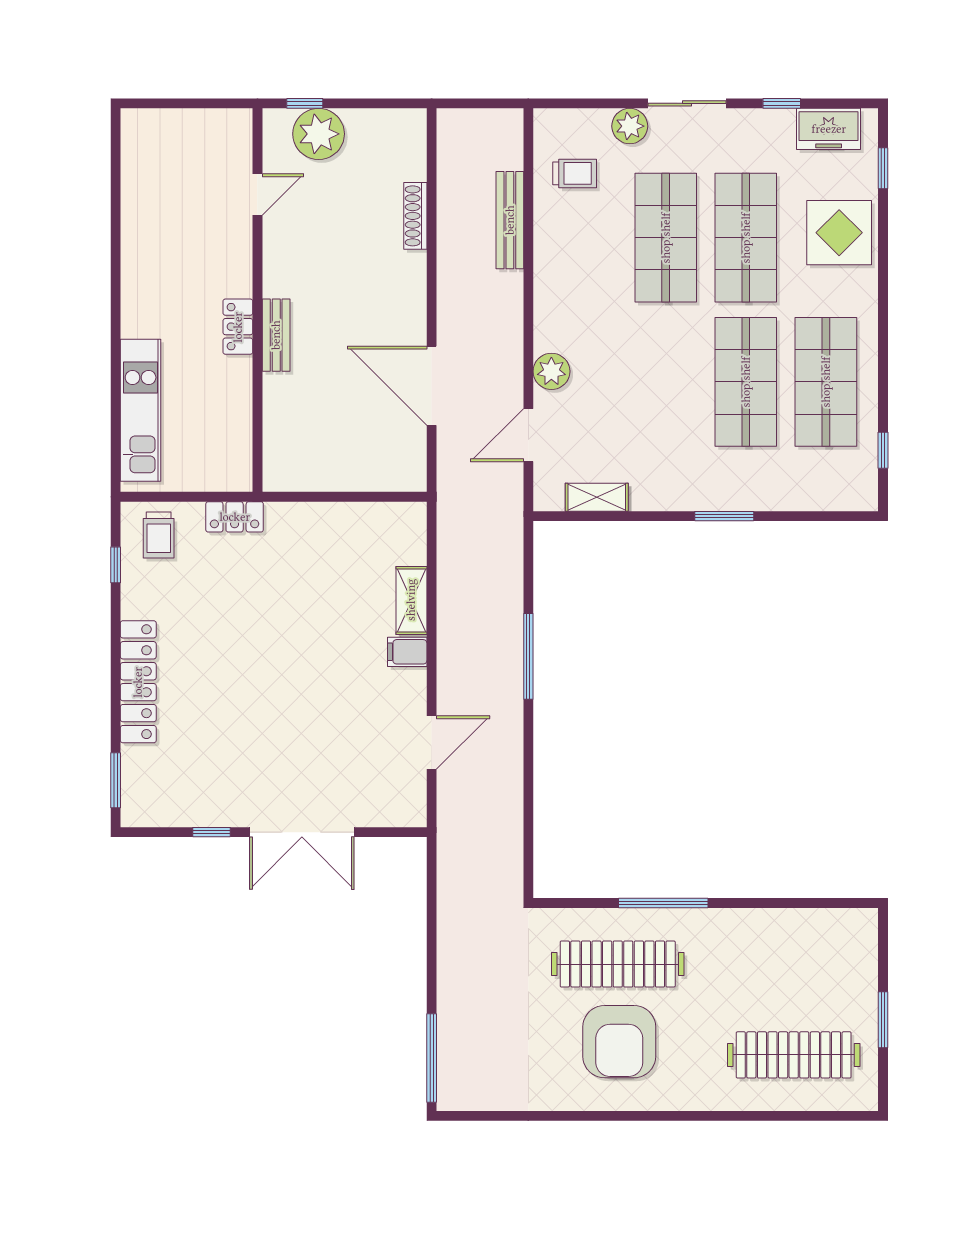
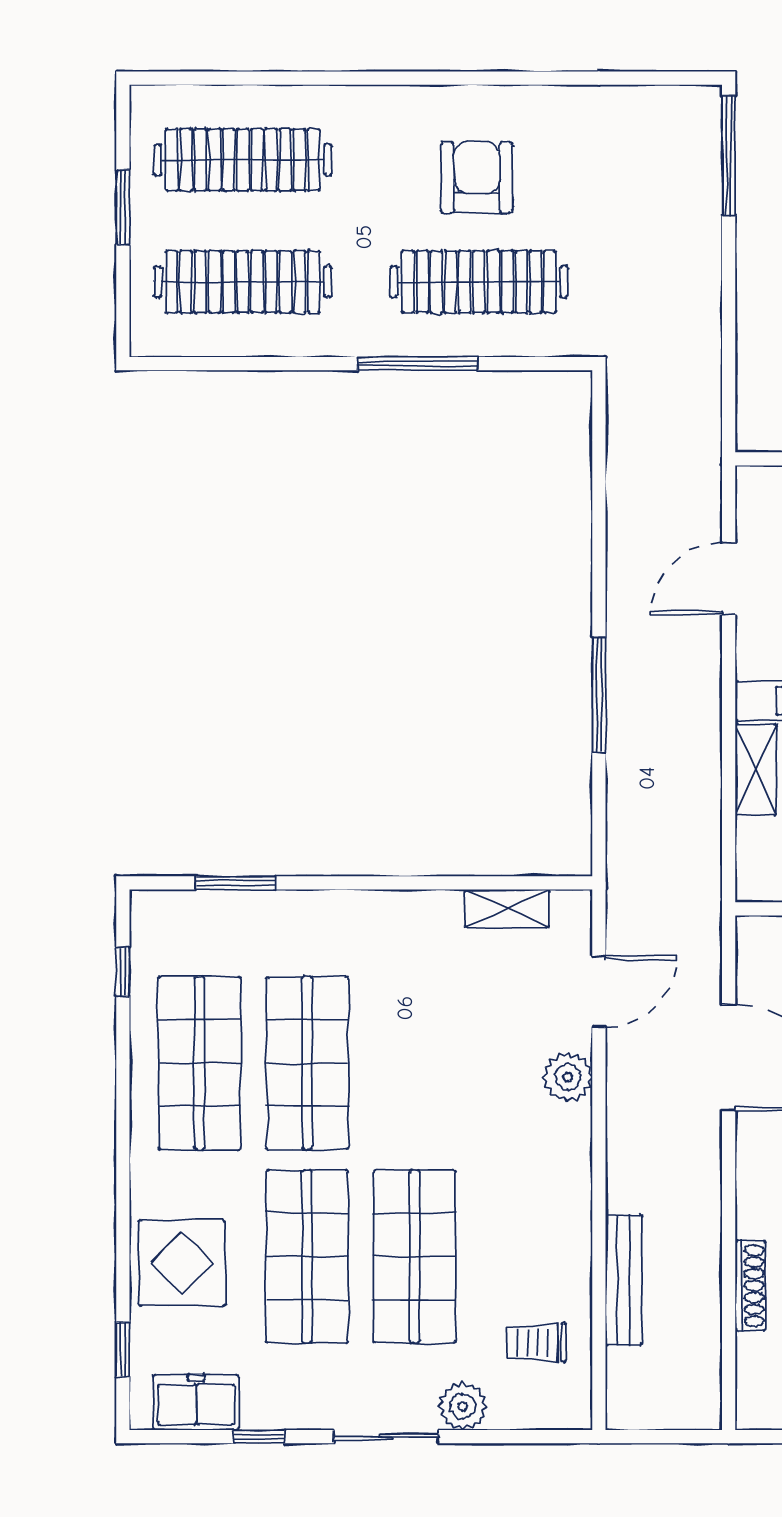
window: (724, 516) -> (236, 883), moved
clothes rail: (794, 964) -> (243, 282), added
armchair: (619, 1042) -> (477, 178), width x0.73, depth x0.73

